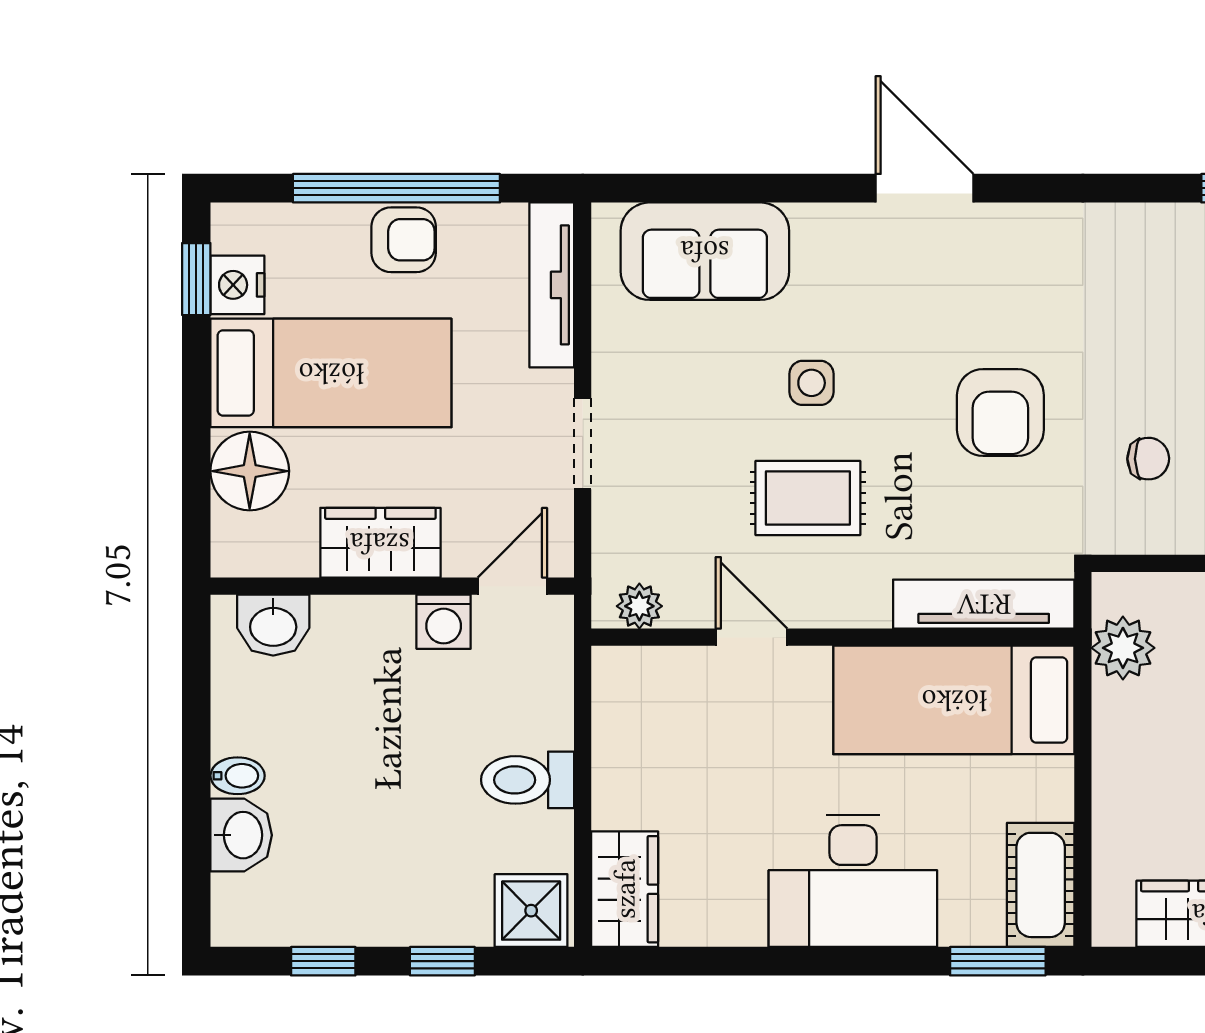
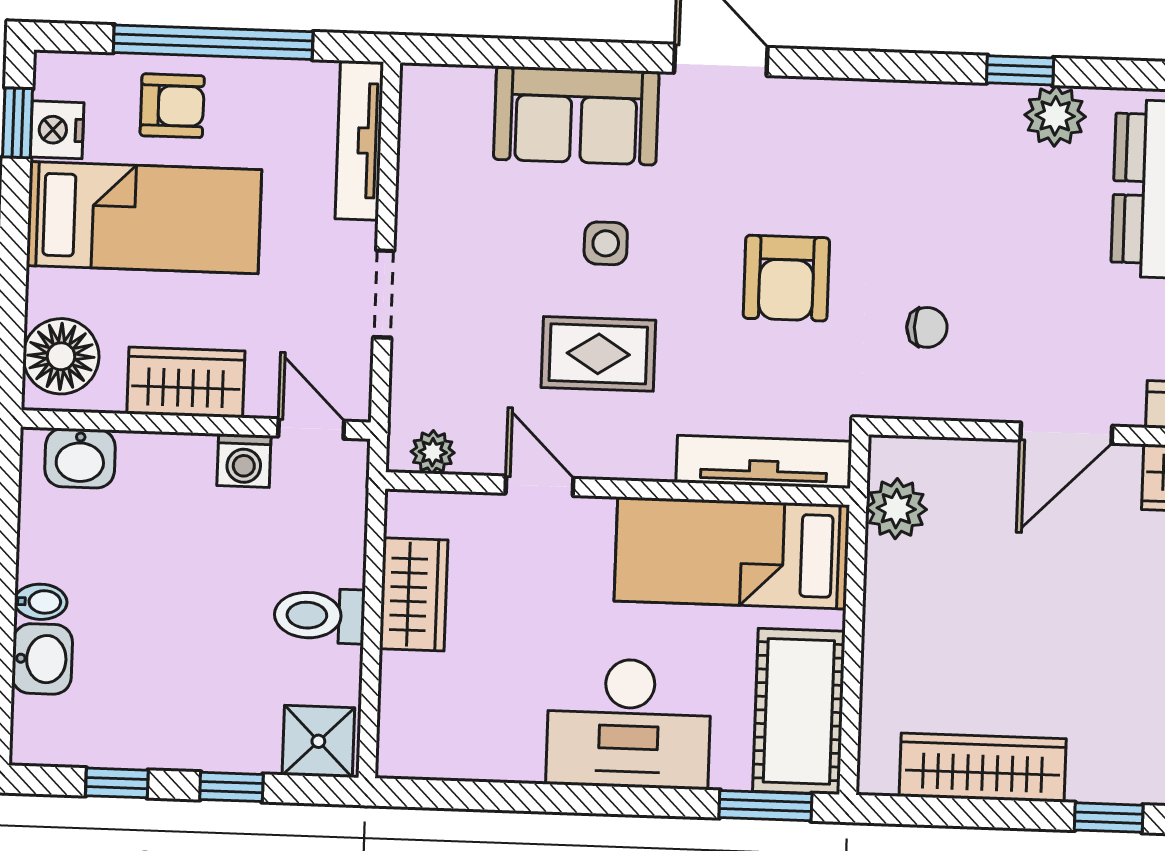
armchair: (404, 240) -> (172, 106), moved
sofa: (705, 251) -> (576, 115), moved
floor lamp: (250, 471) -> (61, 356), moved
door: (512, 586) -> (311, 429), hinge flipped
cot: (1041, 885) -> (799, 711), width x1.37, depth x1.34
wardrobe: (625, 889) -> (414, 594), moved

